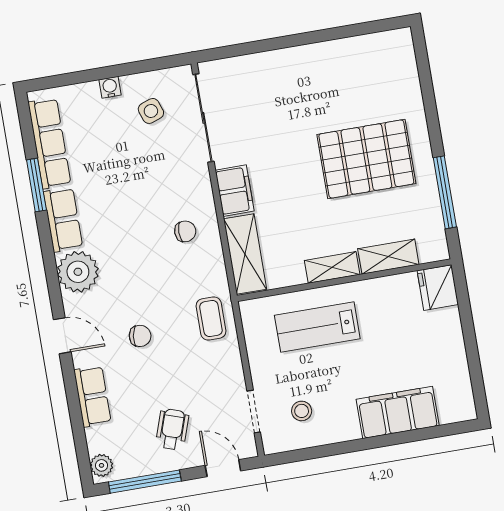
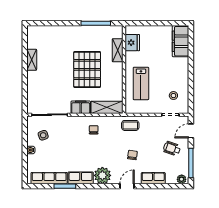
pallet: (366, 159) -> (87, 69), moved
shelving: (332, 267) -> (32, 60), moved
fridge: (438, 288) -> (132, 43), moved, turned -90
filing cabinet: (398, 412) -> (181, 41), moved

